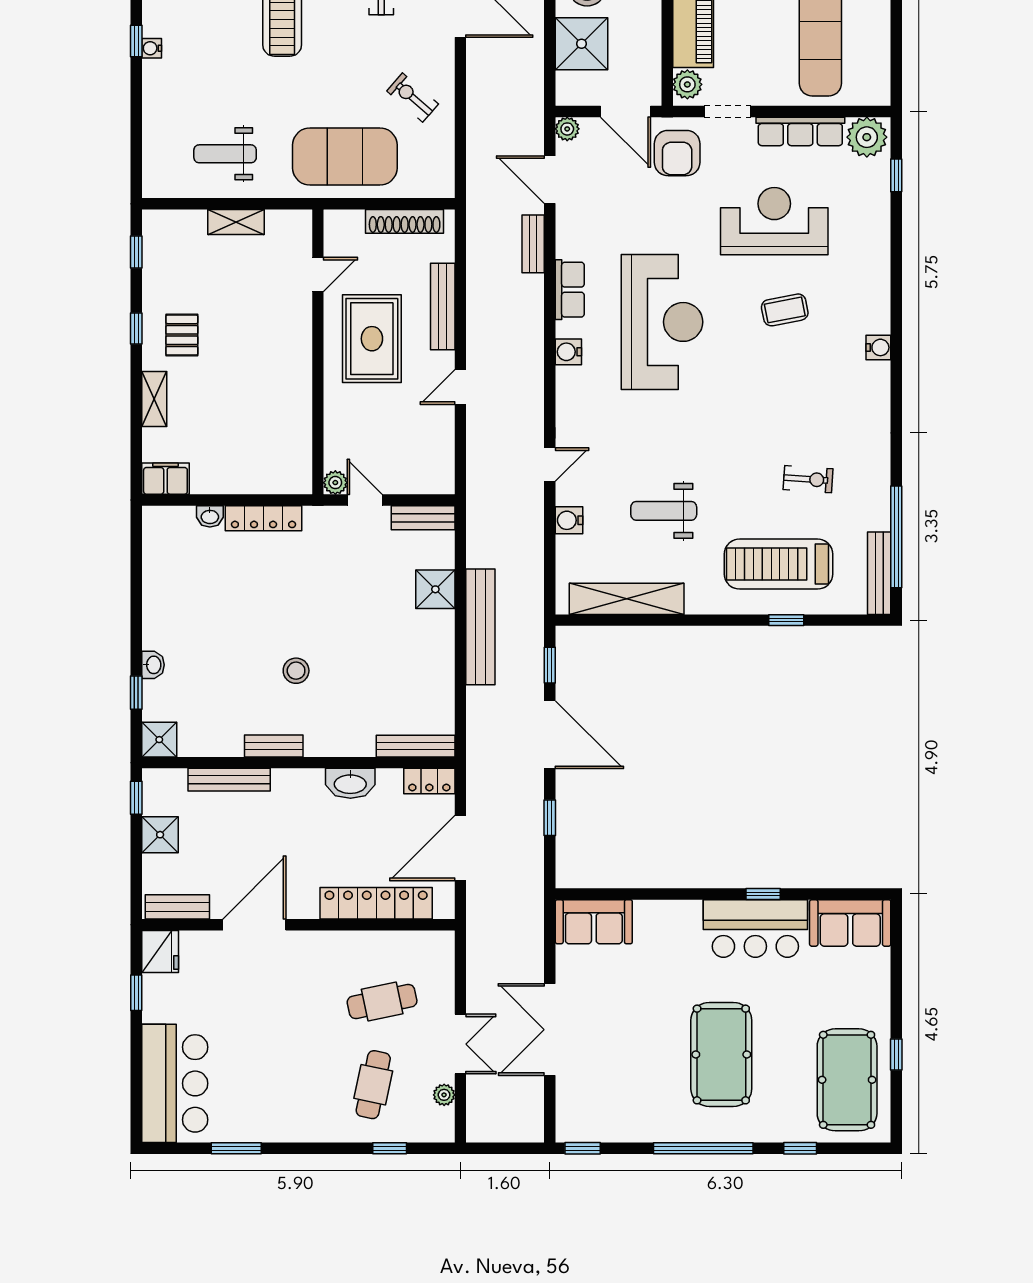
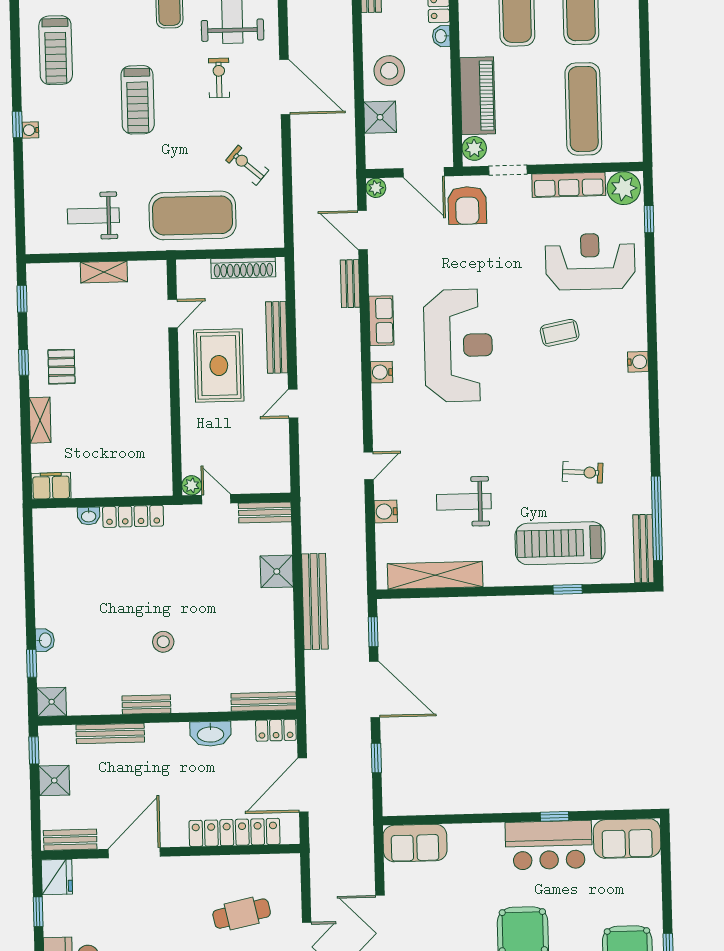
shower: (582, 44) -> (380, 117), width x0.73, depth x0.73
reception desk: (774, 221) -> (590, 262), moved

